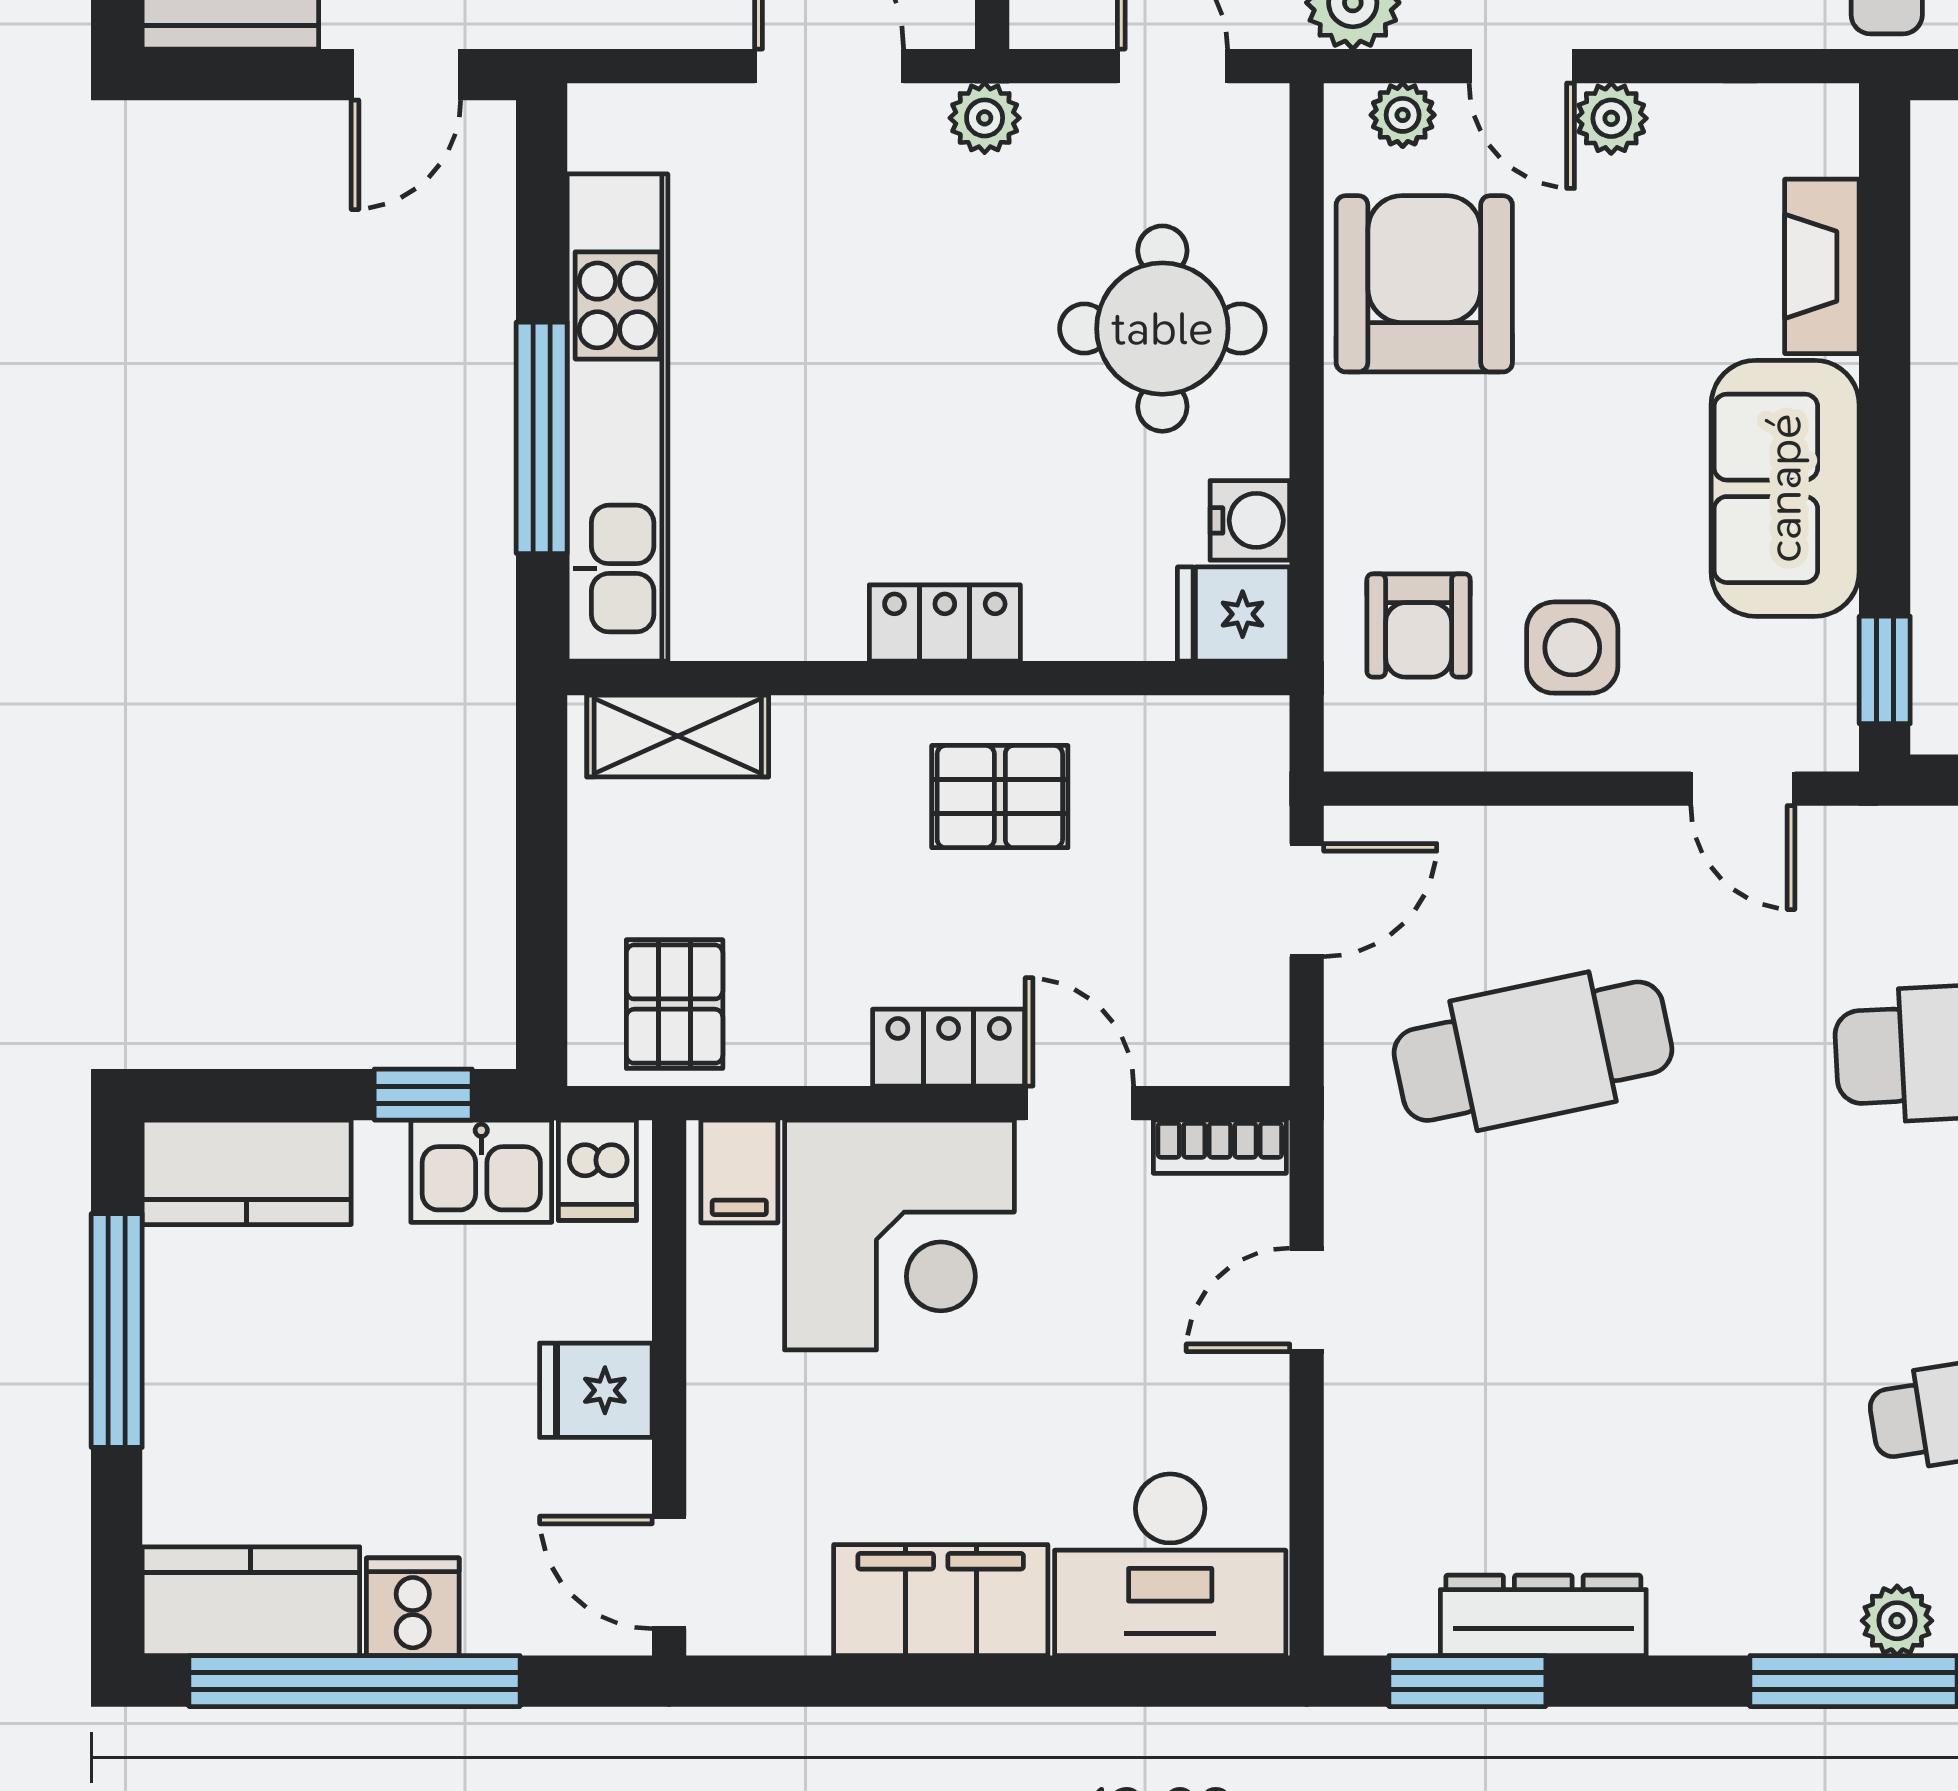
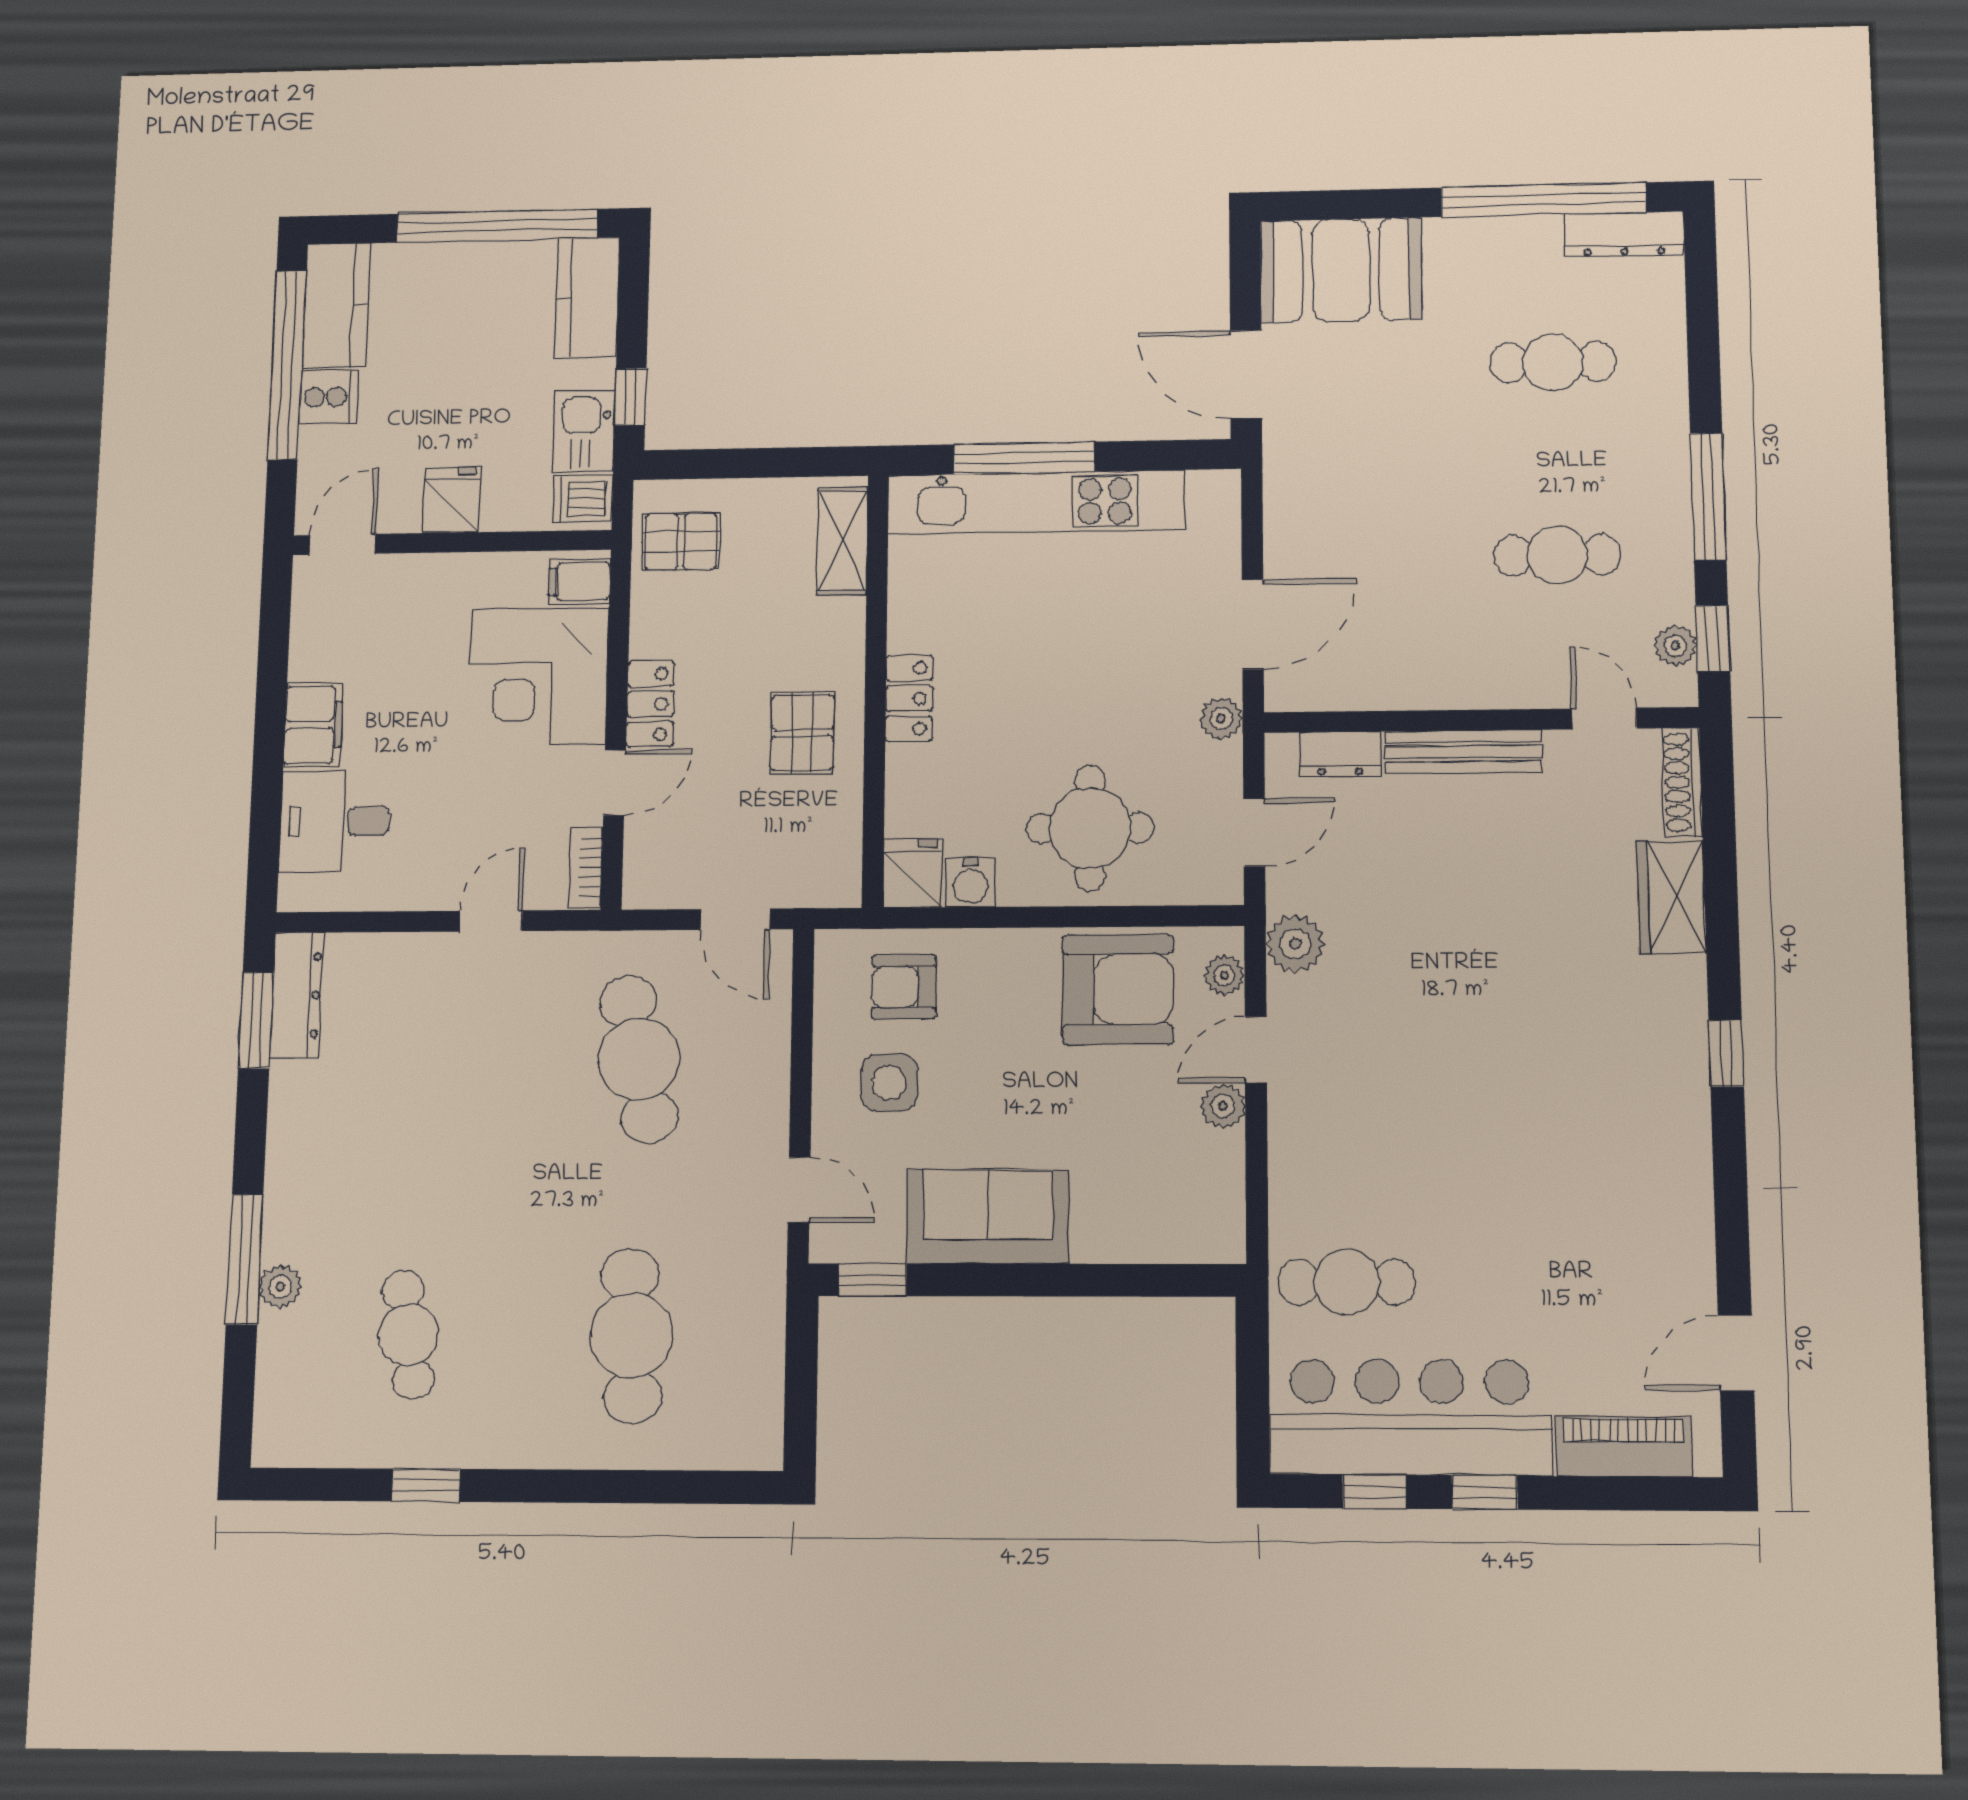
door: (406, 75) -> (1246, 374), width x1.38
fireplace: (1822, 266) -> (1129, 1240), removed
door: (1743, 789) -> (799, 1190), swing flipped
door: (1307, 1300) -> (491, 921), hinge flipped
window: (117, 1330) -> (497, 226), width x1.46
desk: (1170, 1565) -> (335, 821), width x0.73
filing cabinet: (941, 1600) -> (313, 725), width x0.67, depth x0.86
dresser: (1543, 1615) -> (297, 995), moved

